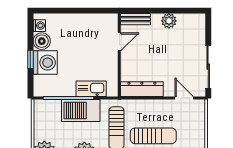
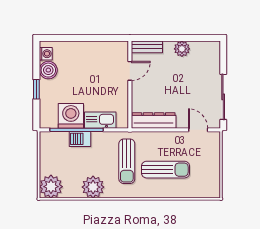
washing machine: (45, 63) -> (71, 116), moved, turned -90
barbecue: (81, 111) -> (80, 139), width x0.53, depth x0.65

